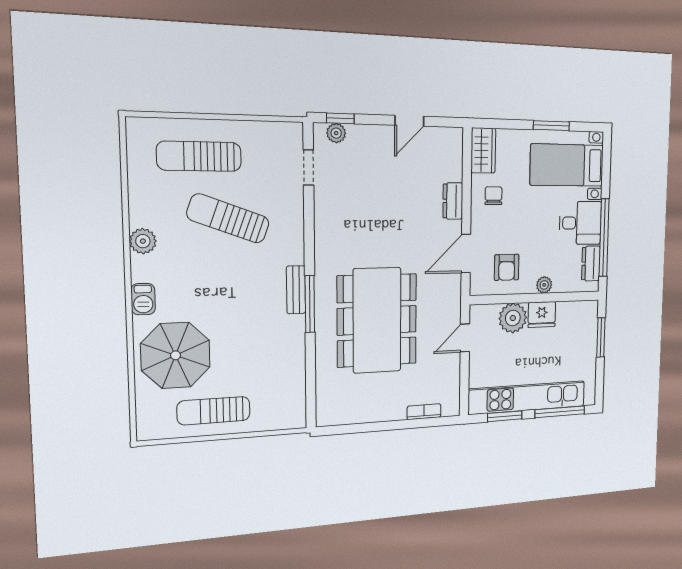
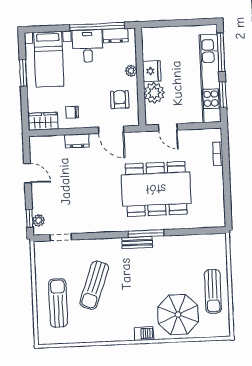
sun lounger: (199, 156) -> (58, 303), turned 180
plant: (143, 241) -> (110, 334), removed
armchair: (507, 267) -> (120, 100), turned -90
window: (601, 337) -> (168, 23), removed

